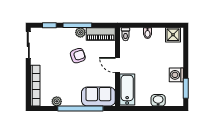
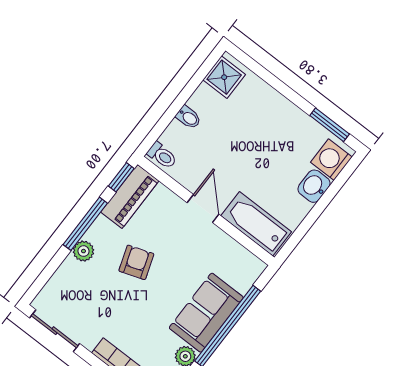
window: (49, 25) -> (121, 177), moved
plant: (80, 32) -> (84, 251), moved
door: (117, 65) -> (203, 209), swing flipped
washing machine: (176, 75) -> (331, 160), moved, turned 90
sofa: (98, 97) -> (206, 313), moved

